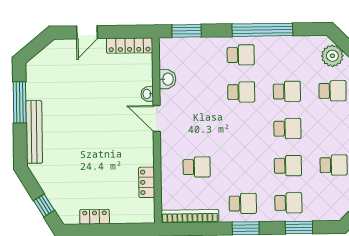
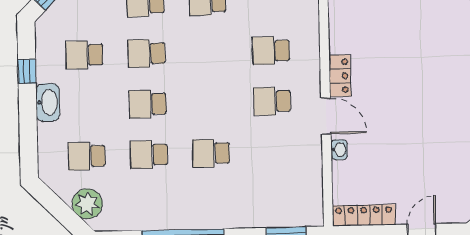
school desk: (241, 55) -> (272, 101), moved
washbasin: (167, 79) -> (312, 170), removed
locker: (147, 182) -> (340, 76), moved

